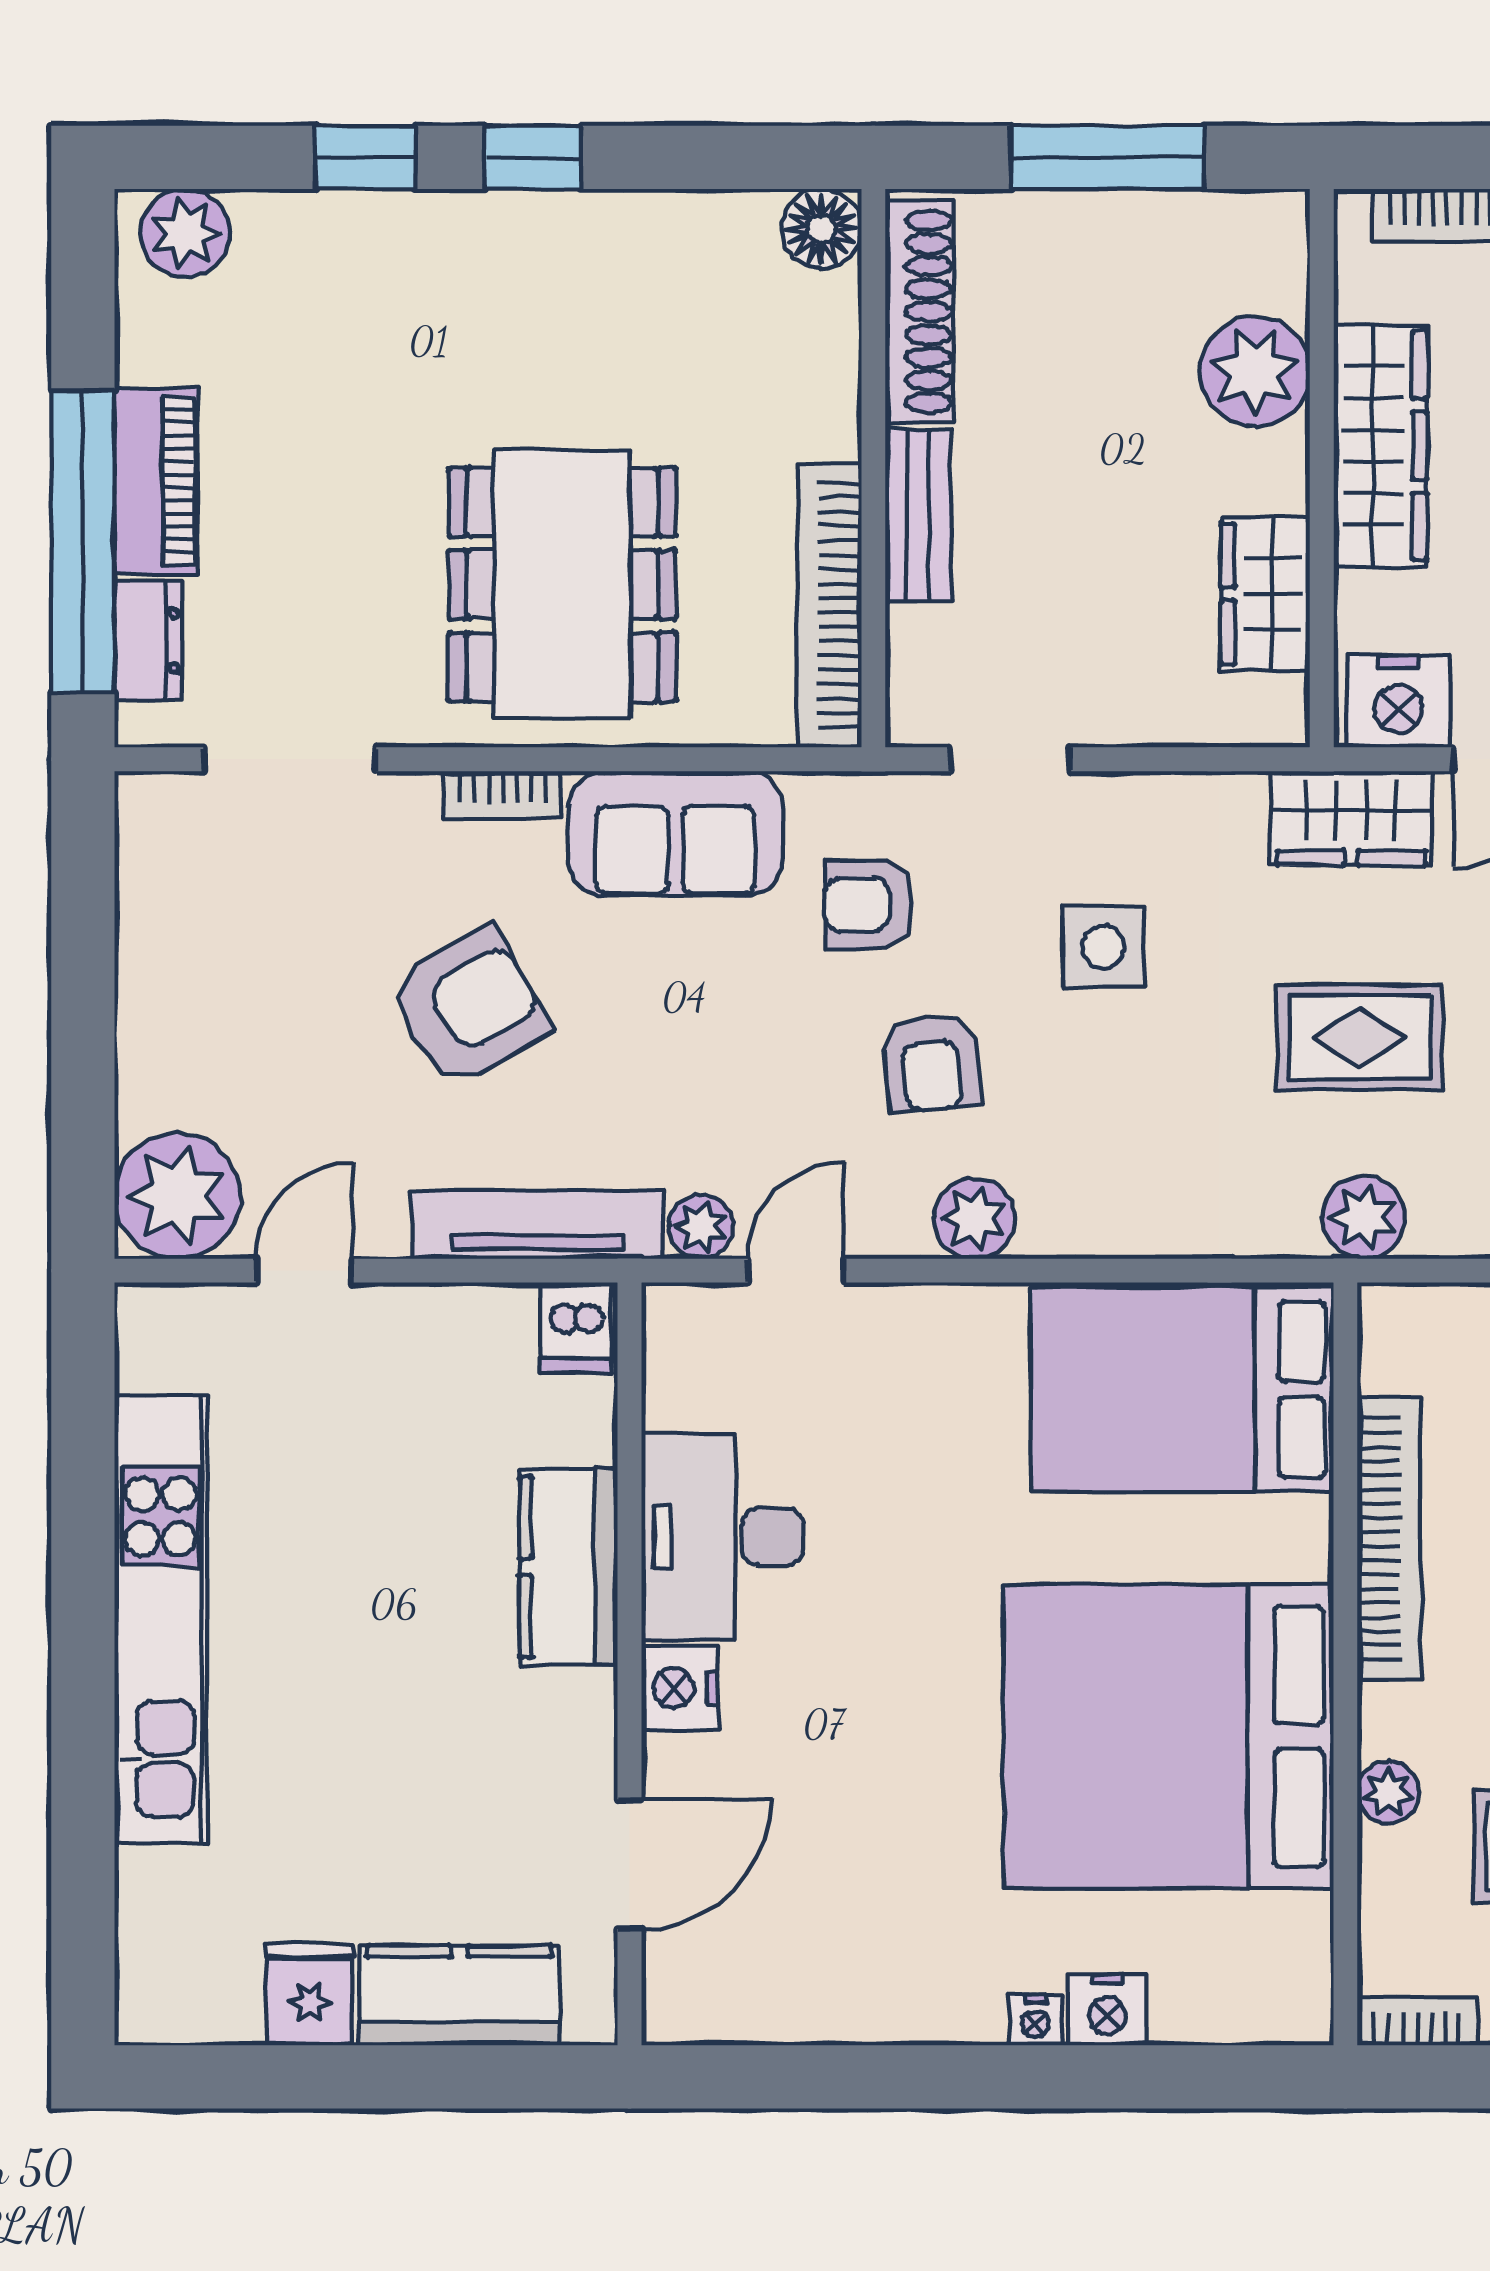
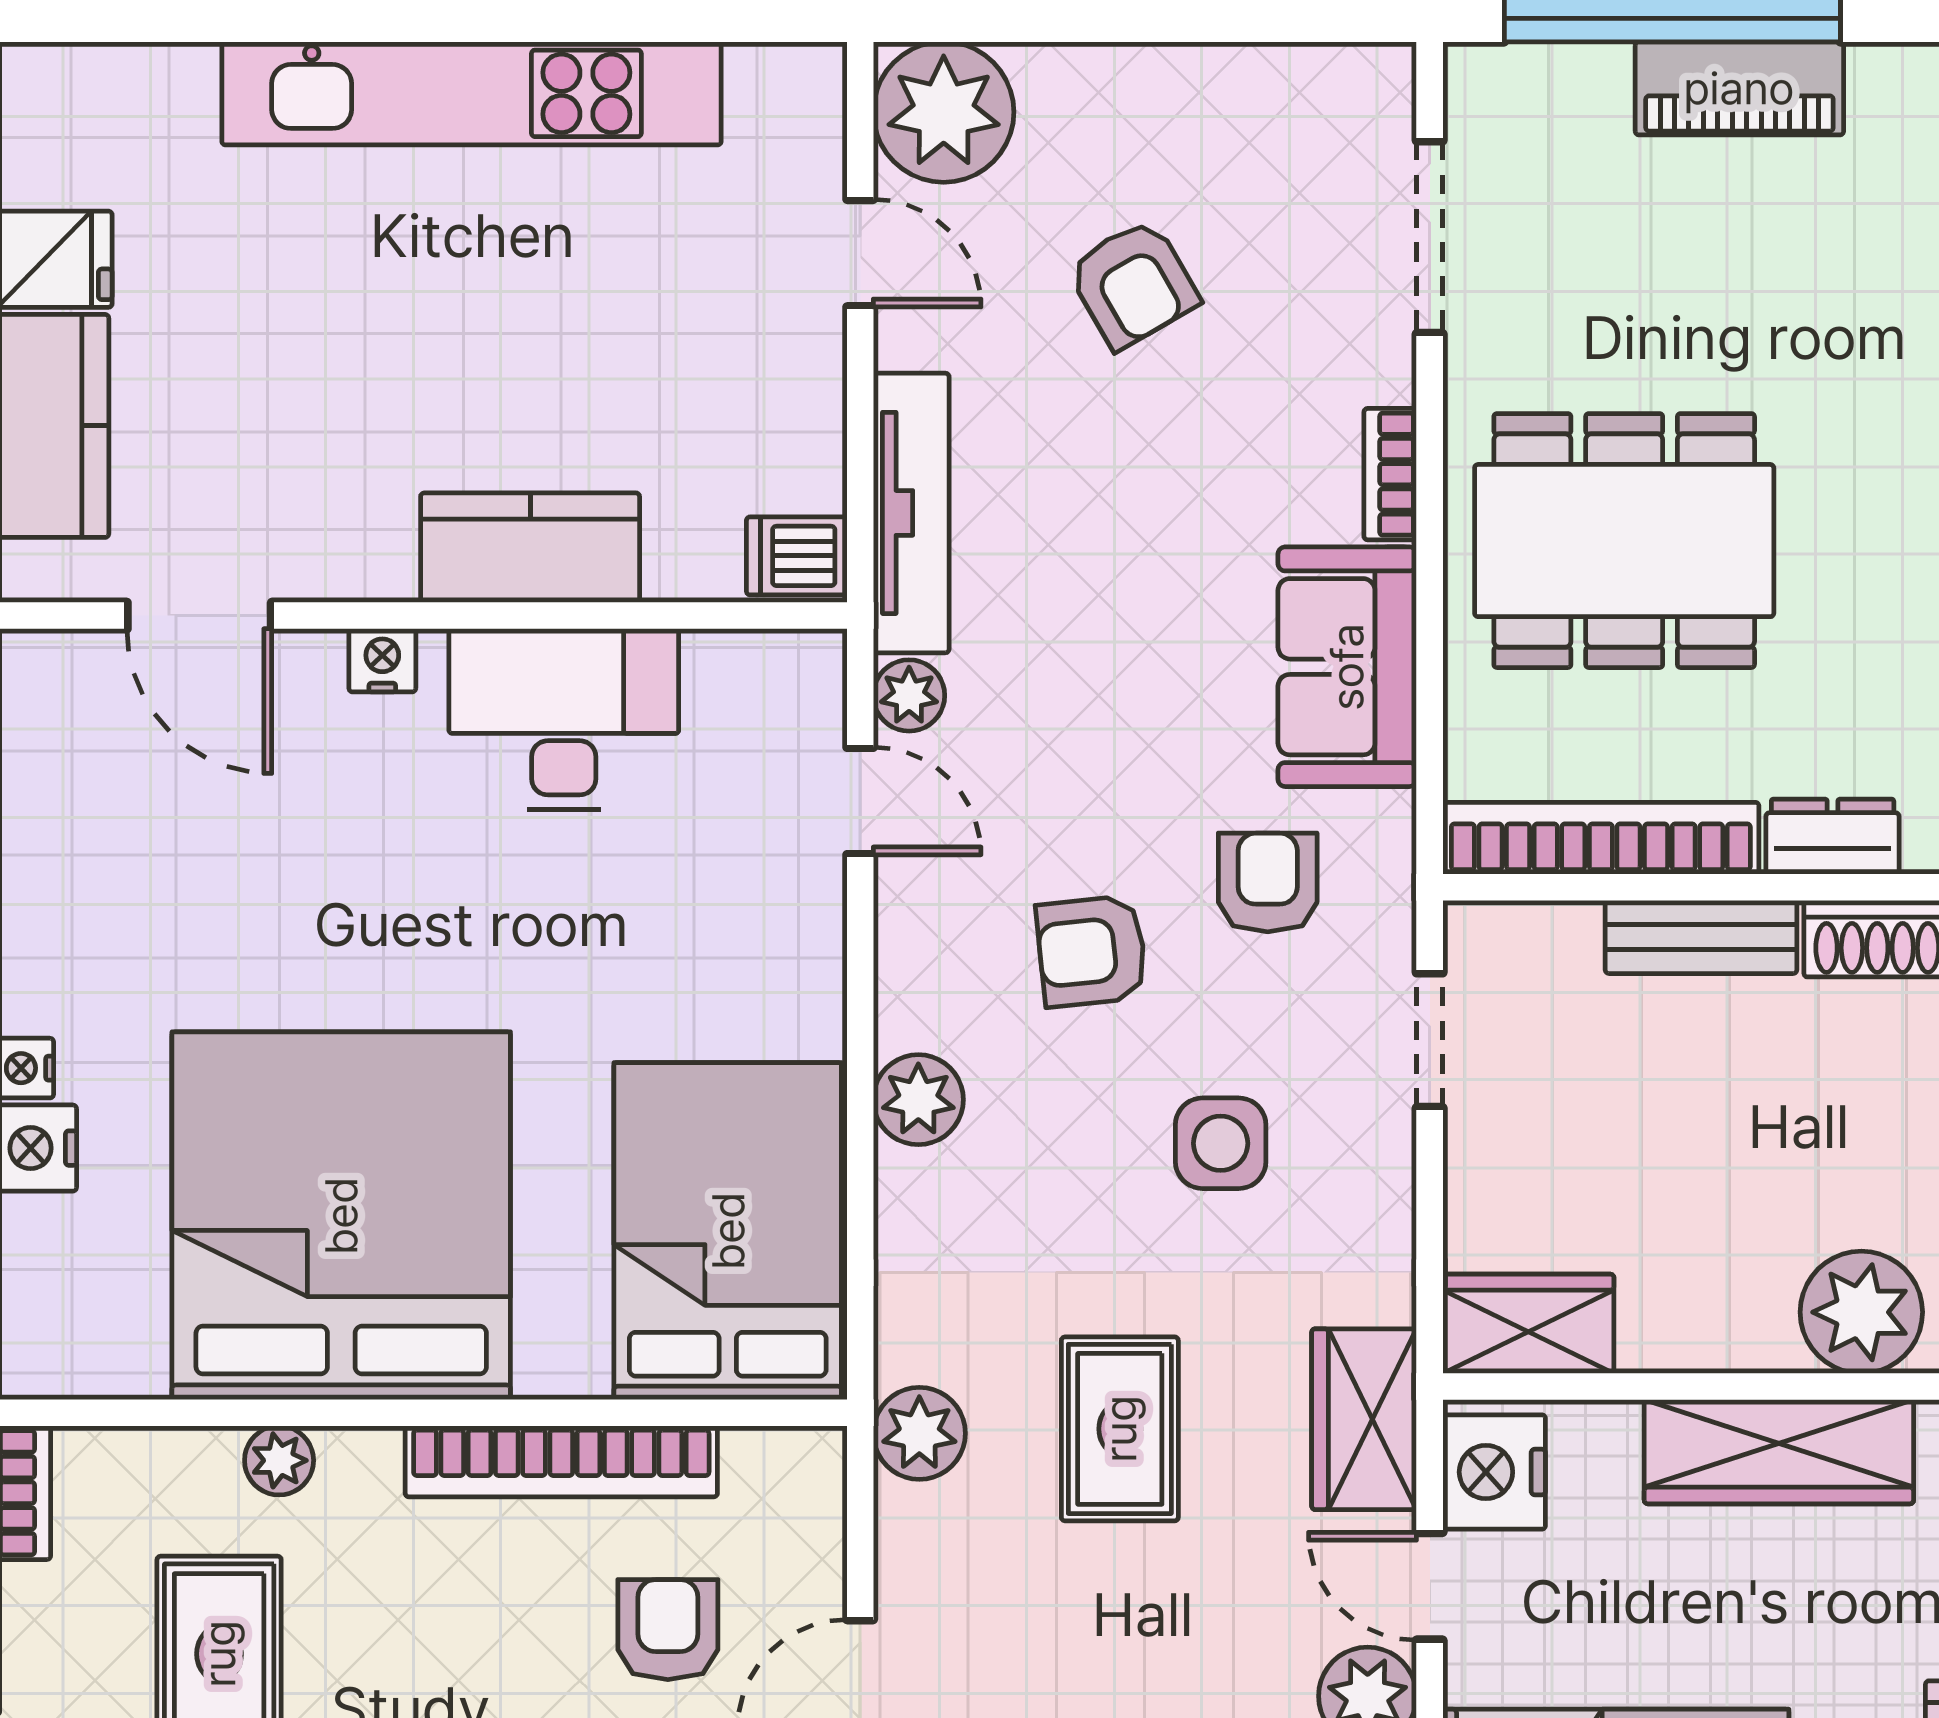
wardrobe: (1265, 594) -> (1528, 1324), moved
dresser: (148, 641) -> (1833, 837), moved, turned 180
armchair: (469, 1007) -> (1133, 284), moved, width x0.72, depth x0.72
plant: (974, 1218) -> (918, 1100), moved
nightstand: (680, 1688) -> (382, 660), width x0.72, depth x0.74

